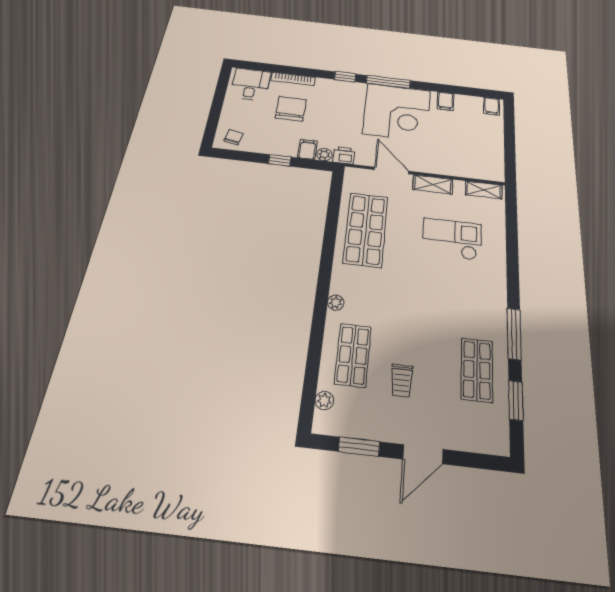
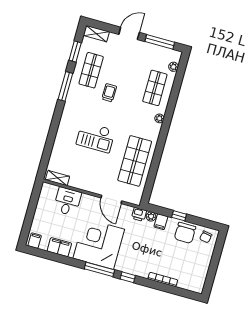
desk: (251, 84) -> (67, 202), moved, turned 180
filing cabinet: (445, 101) -> (59, 247), width x2.00
chair: (291, 109) -> (185, 233), moved
shelving: (433, 184) -> (96, 34), moved
checkout: (452, 239) -> (96, 137), moved
trolley: (402, 380) -> (109, 93), moved
window: (359, 447) -> (160, 42), width x1.44

